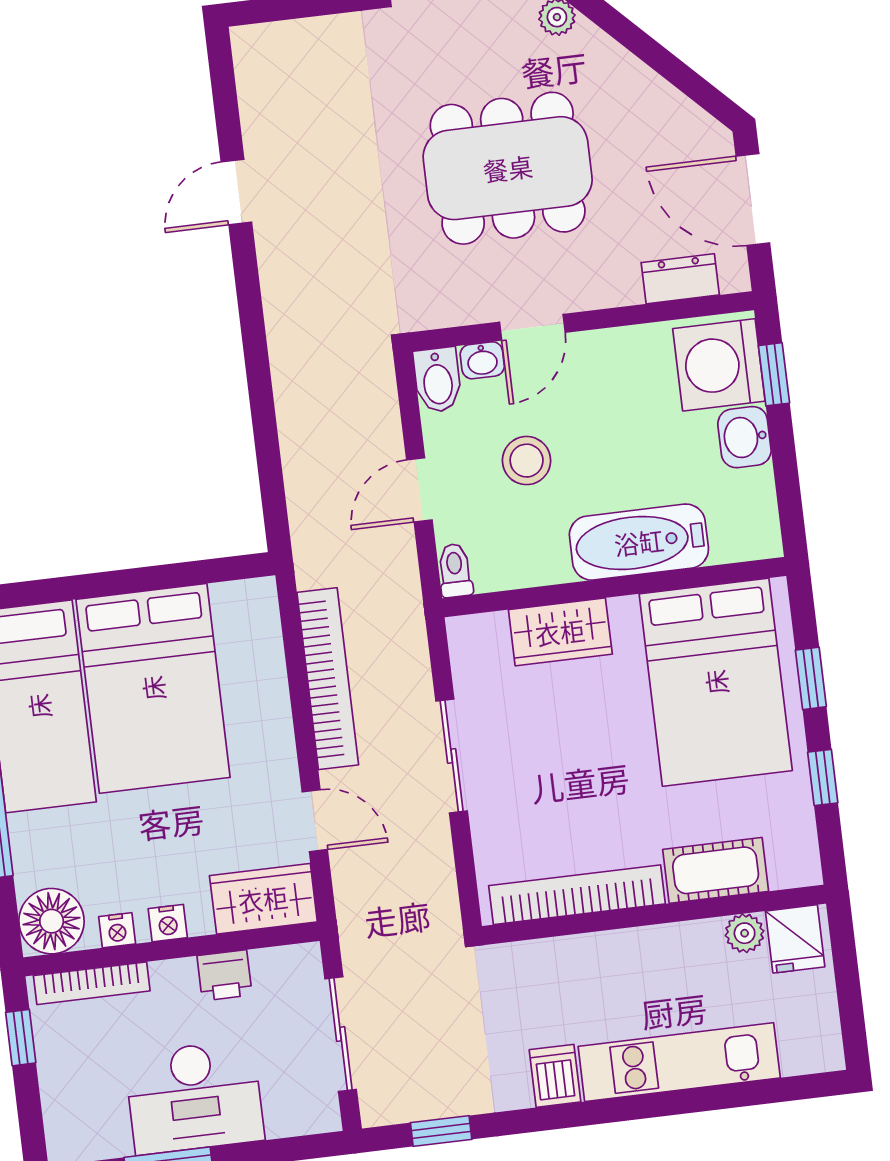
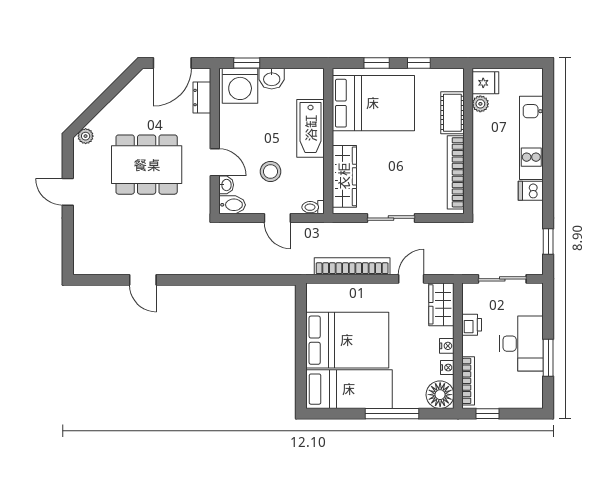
dining table: (508, 168) -> (147, 165), turned 90
wardrobe: (560, 632) -> (344, 176), width x1.50

